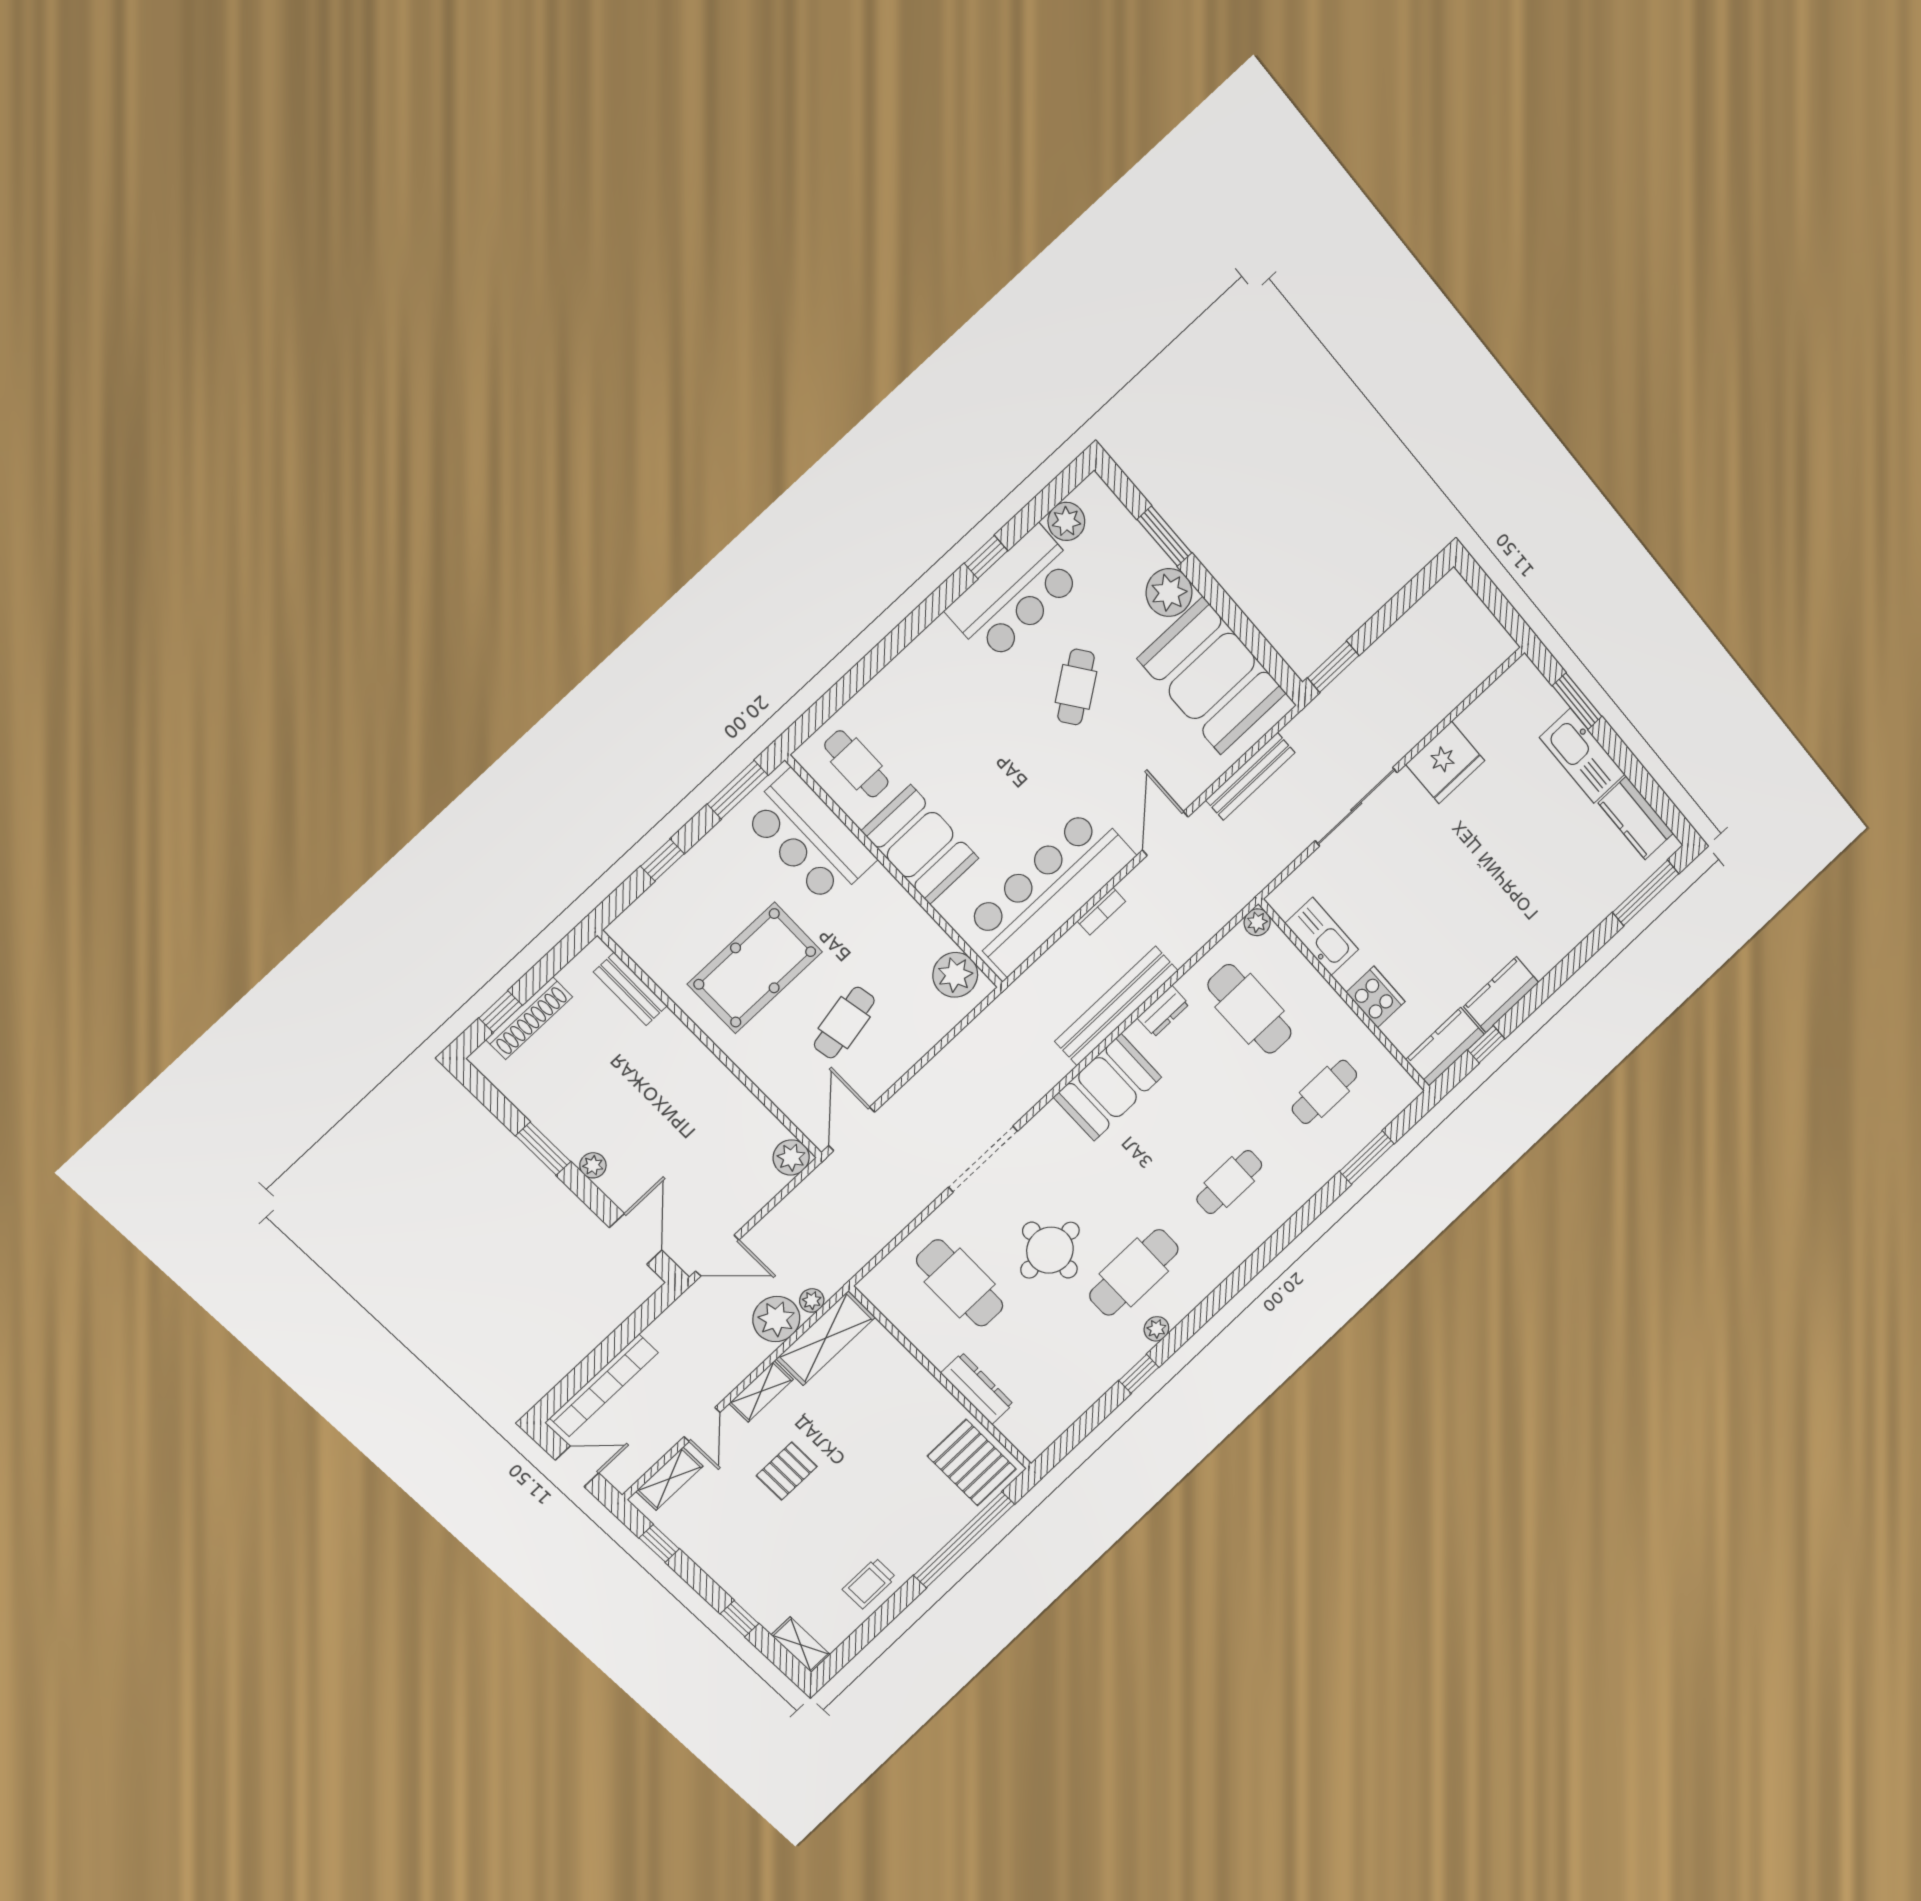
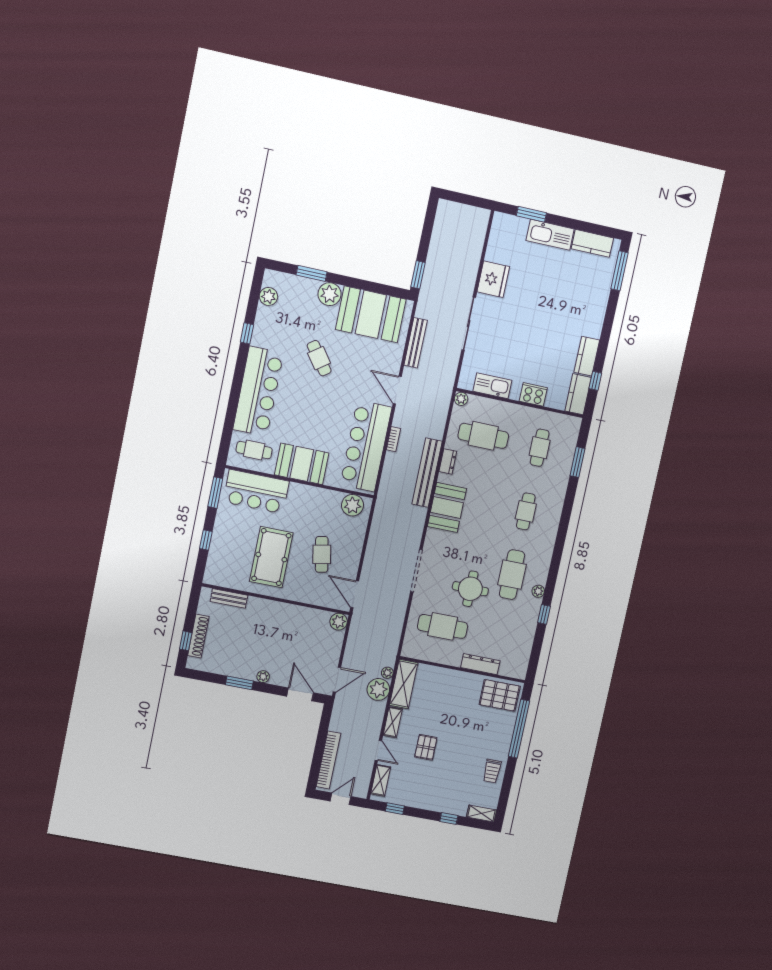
bar counter: (1015, 594) -> (258, 391), moved, width x1.36

